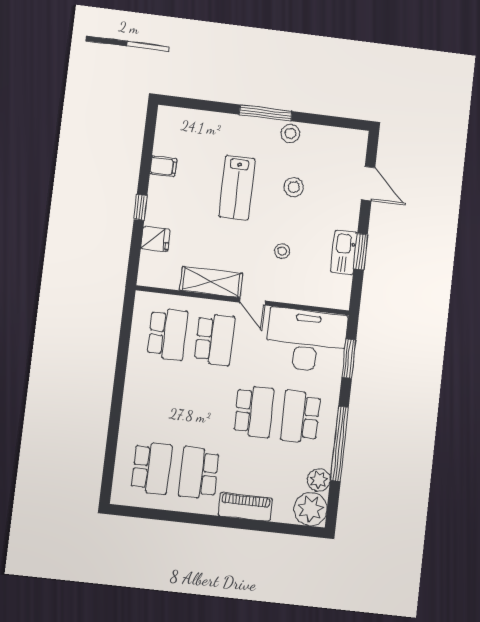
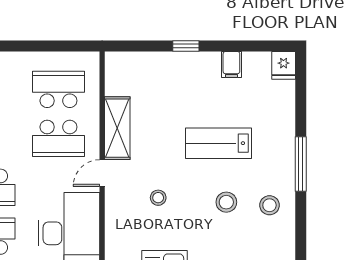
stool: (290, 134) -> (269, 205), moved
fridge: (155, 239) -> (284, 65), moved
school desk: (167, 334) -> (58, 89), turned 180

